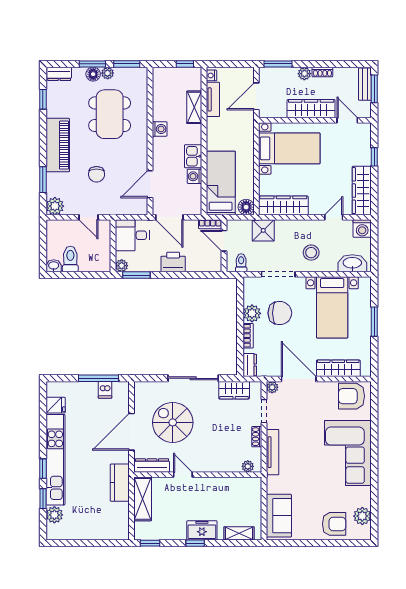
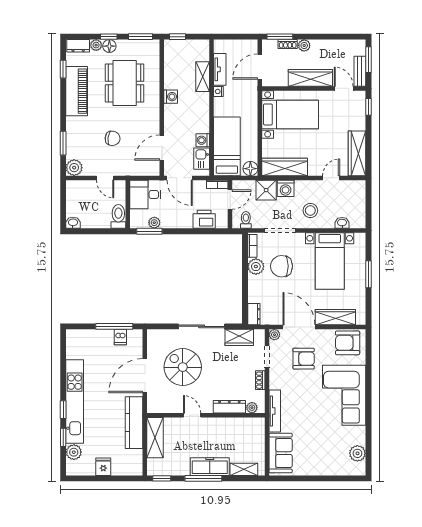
window: (92, 64) -> (109, 37), width x0.67
window: (185, 64) -> (178, 37), moved
shoe rack: (322, 72) -> (288, 44), moved
plant: (108, 73) -> (96, 45), moved
nightstand: (211, 75) -> (218, 91), moved
bench: (365, 84) -> (360, 71), moved
piano: (58, 145) -> (77, 91), moved
kitchen sink: (193, 156) -> (202, 159), moved
window: (374, 157) -> (368, 107), moved
chair: (97, 174) -> (113, 138), turned -82
washing machine: (362, 229) -> (286, 188), moved
door: (224, 241) -> (230, 200), swing flipped
toilet: (70, 259) -> (118, 216), moved
printer: (173, 262) -> (204, 219), moved
washbasin: (352, 263) -> (342, 223), width x0.52, depth x0.69
plant: (122, 266) -> (154, 223), moved
chair: (280, 313) -> (281, 266), turned 180
bookcase: (248, 336) -> (252, 246), moved
fridge: (56, 405) -> (103, 467), moved, turned -90
tv unit: (273, 452) -> (275, 411), moved
dresser: (152, 465) -> (229, 407), moved
kitchen counter: (120, 483) -> (134, 423), width x1.50
armchair: (334, 524) -> (304, 359), moved
freezer: (202, 530) -> (210, 467), width x1.40
window: (195, 543) -> (203, 478), width x2.17

